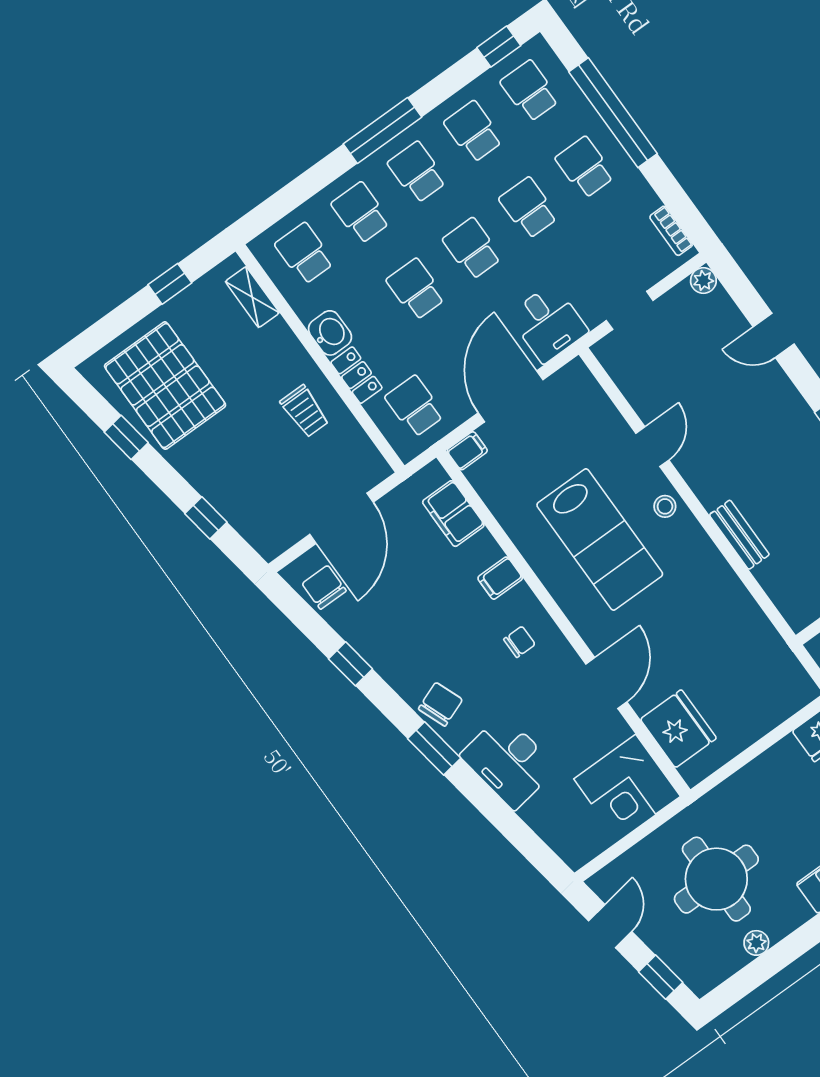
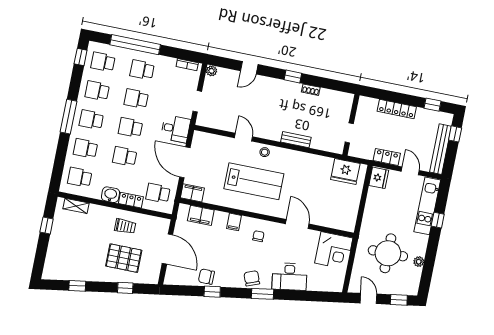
pallet: (165, 386) -> (124, 258), moved, width x0.73, depth x0.71
filing cabinet: (467, 451) -> (192, 193), width x2.00
chair: (324, 587) -> (206, 277), moved
fridge: (678, 729) -> (345, 171), moved, turned 180

